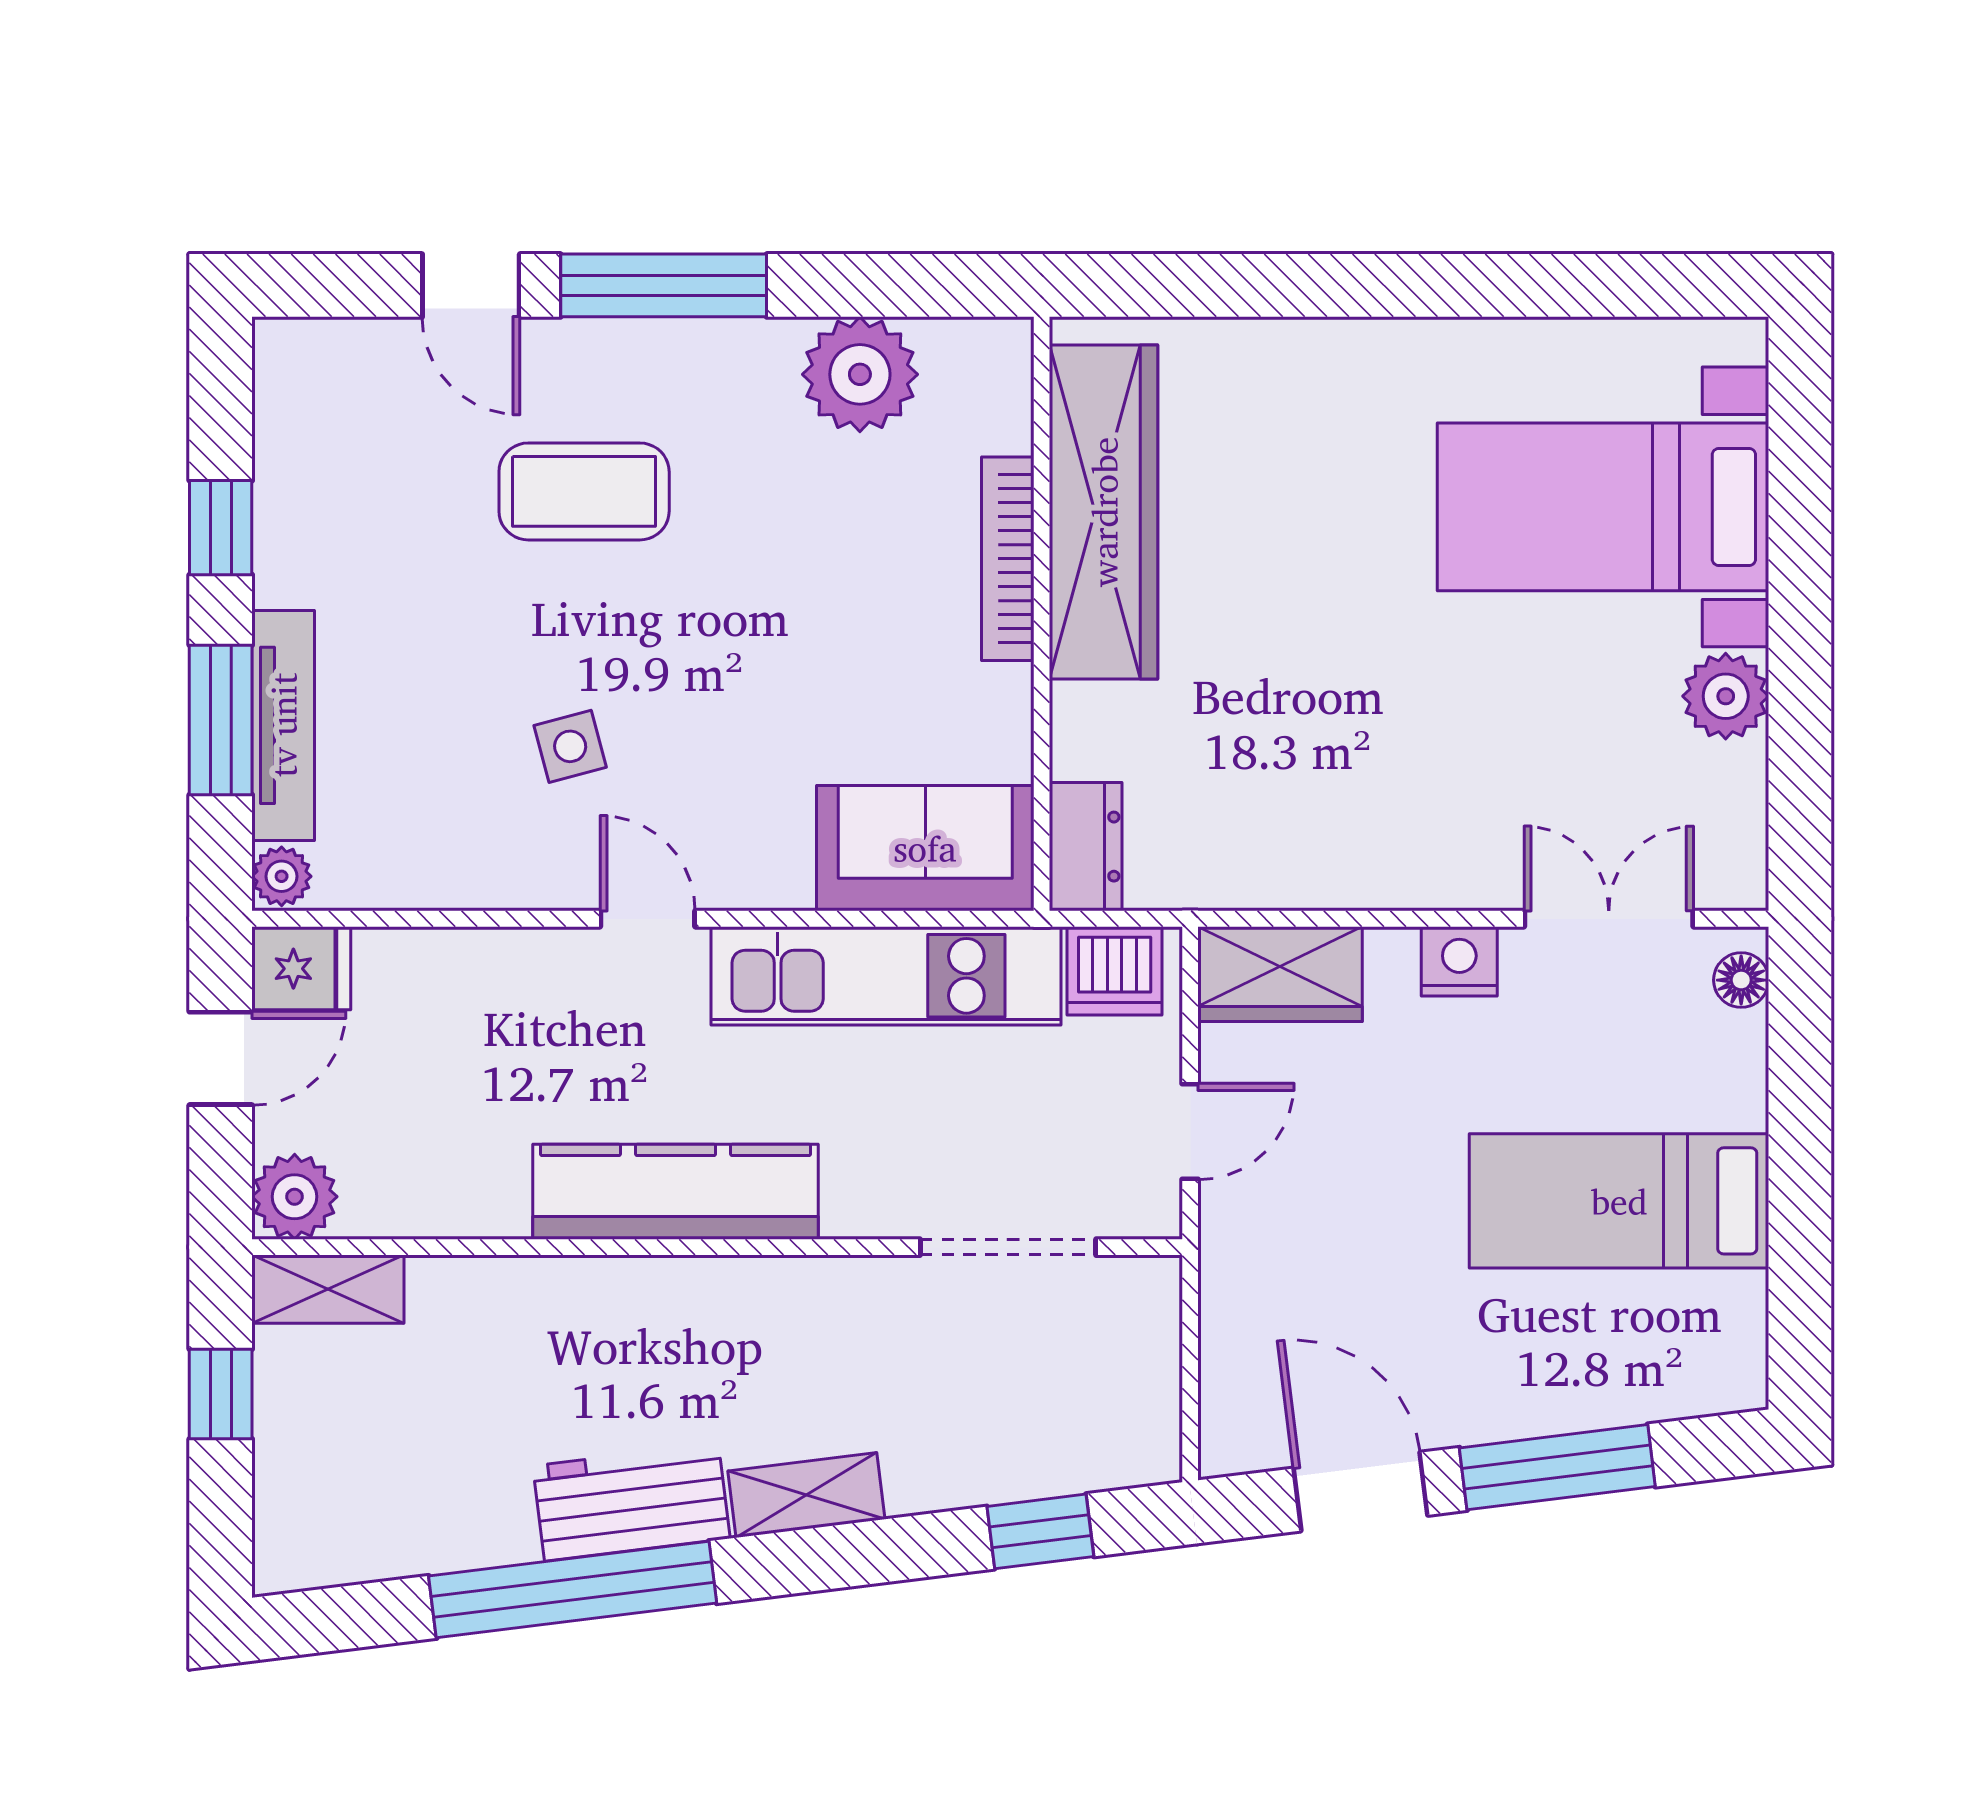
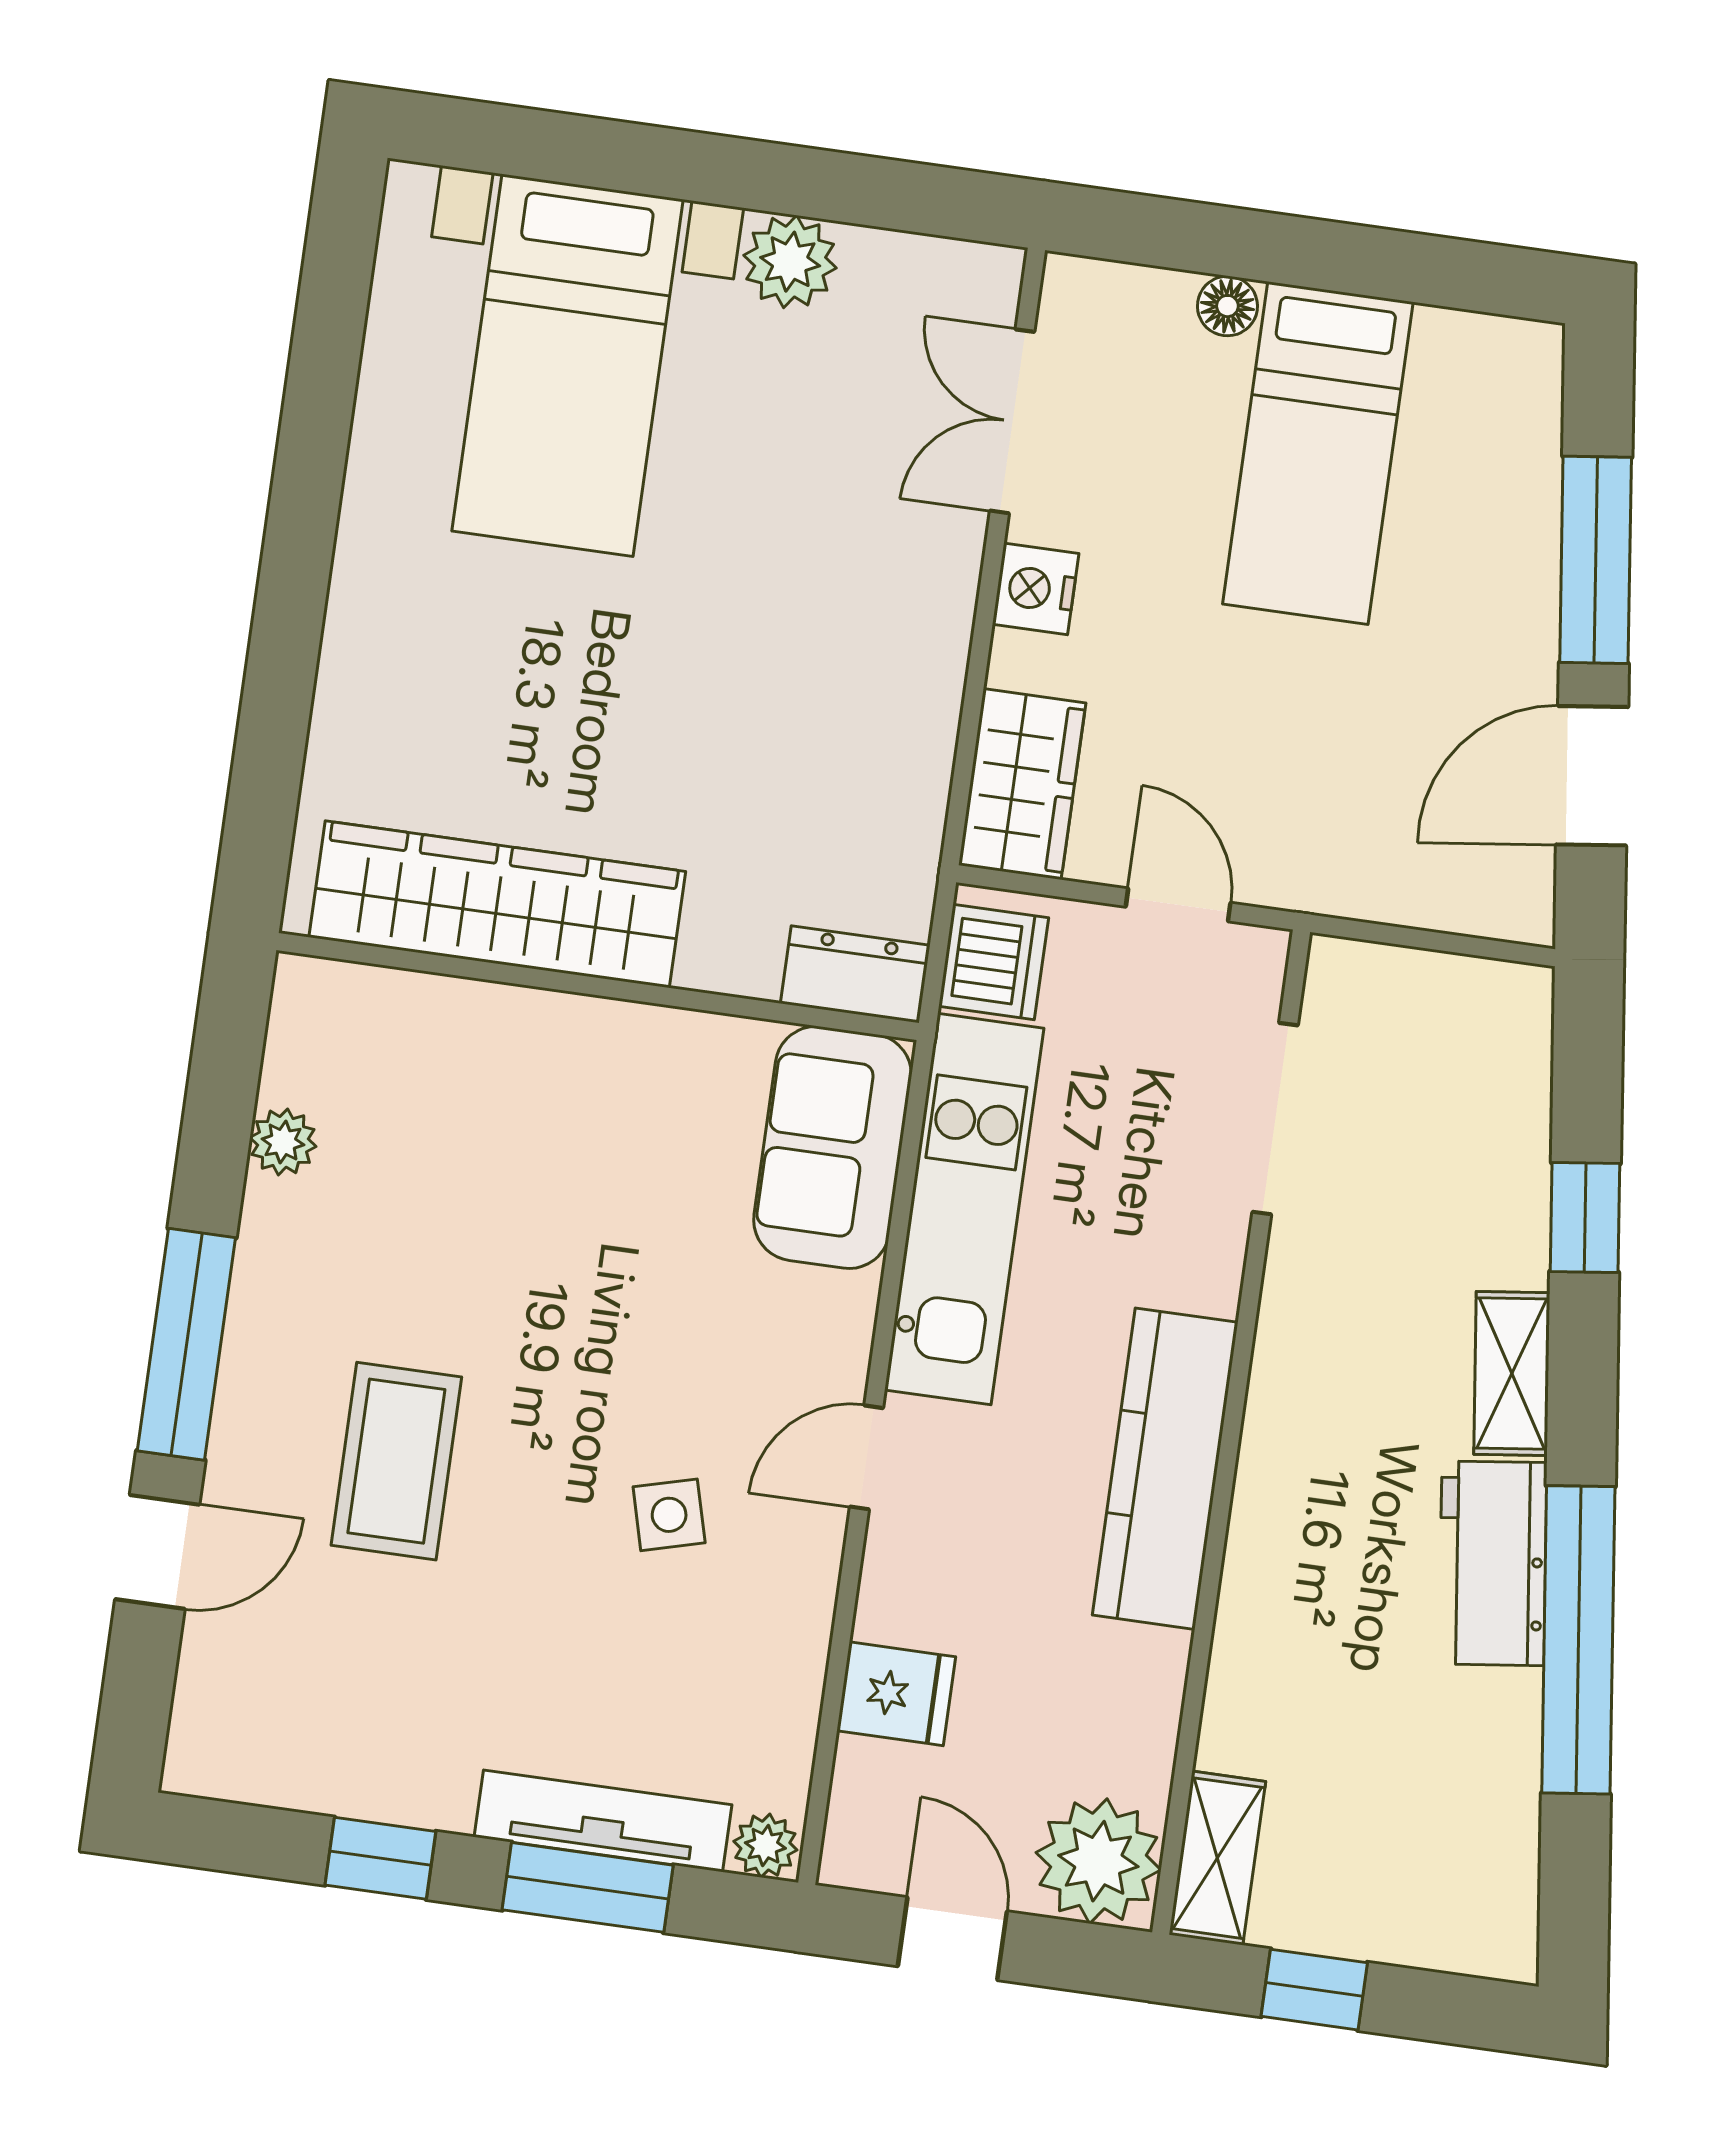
plant: (860, 374) -> (283, 1142), width x0.53, depth x0.53
bookcase: (1008, 559) -> (533, 1015), removed
fridge: (301, 969) -> (896, 1694), moved, turned 90
floor lamp: (1741, 980) -> (1227, 306), moved
plant: (295, 1197) -> (1098, 1861), width x1.36, depth x1.36
window: (1040, 1531) -> (1585, 1217), moved

